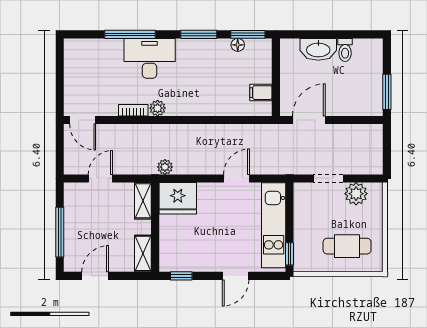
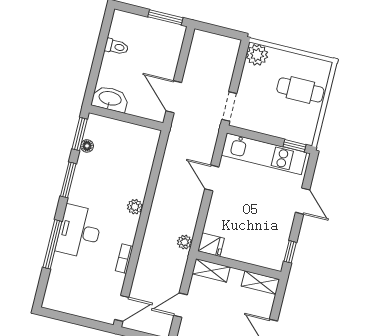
washbasin: (318, 49) -> (110, 99), moved, turned -90
filing cabinet: (261, 93) -> (137, 135), removed
plant: (158, 108) -> (135, 207), moved
door: (100, 178) -> (180, 305), hinge flipped
doorway: (328, 178) -> (229, 106), moved
plant: (356, 194) -> (257, 55), moved
fridge: (178, 198) -> (211, 245), width x0.53, depth x0.75
cafe table: (347, 246) -> (300, 90), turned 90

